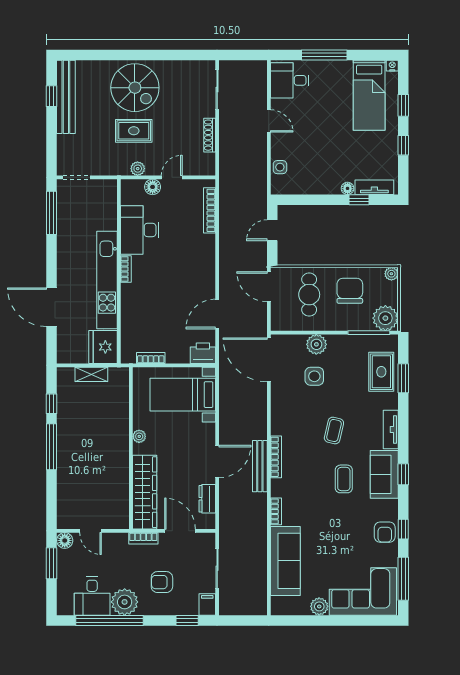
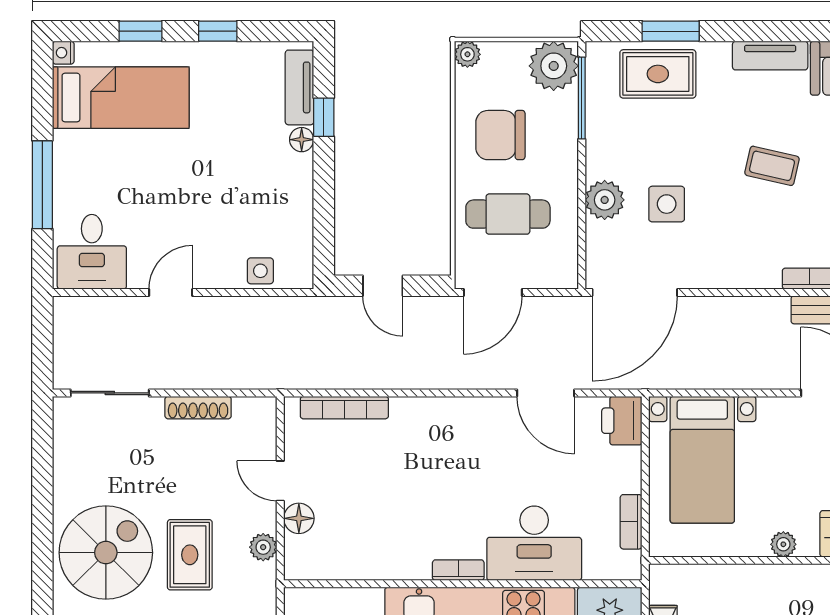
desk: (140, 230) -> (534, 543), moved

